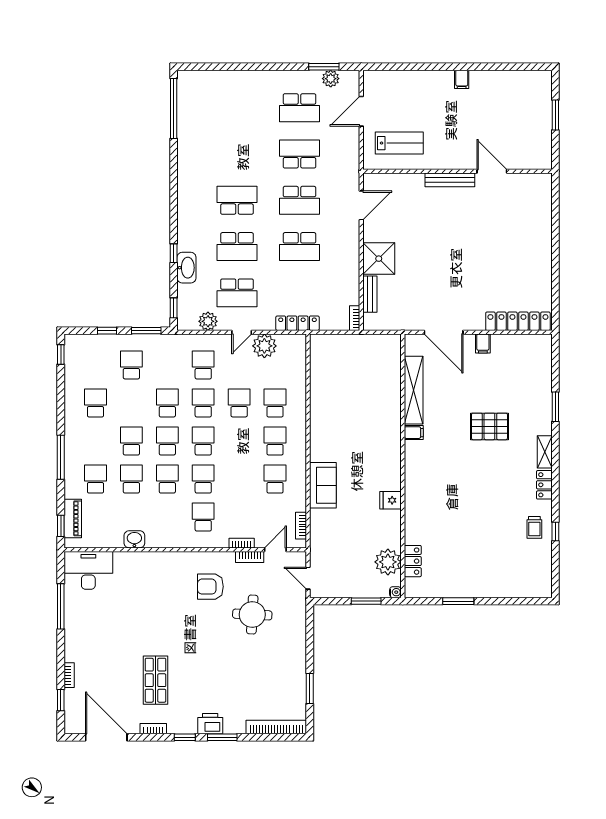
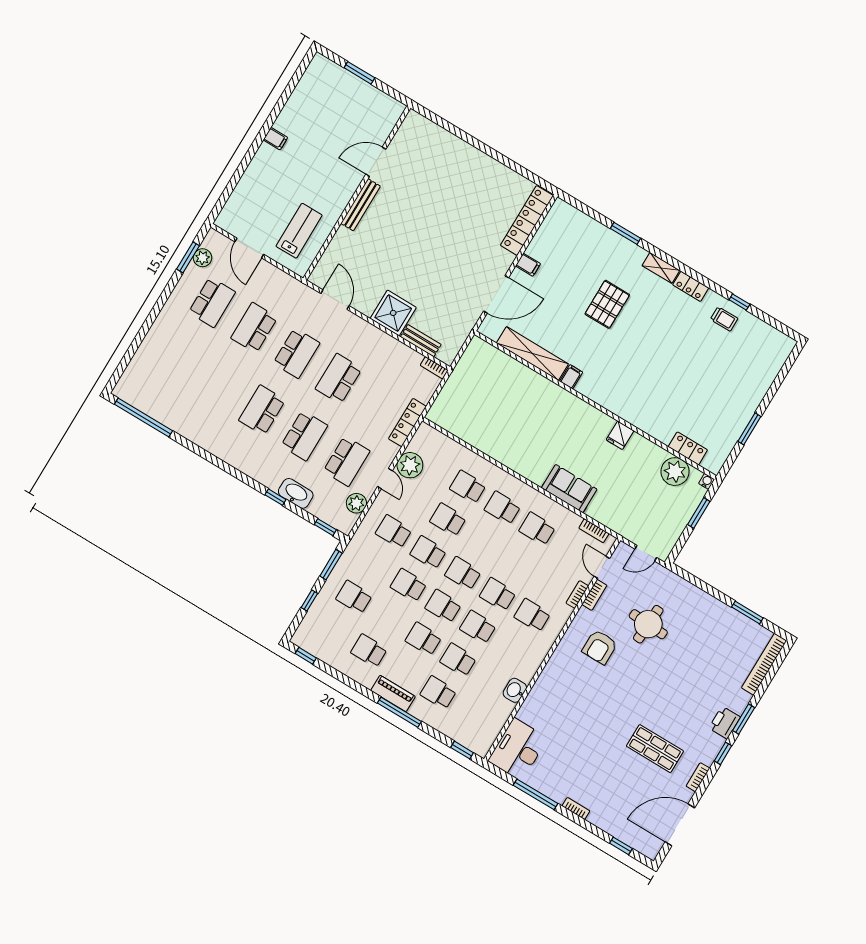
school desk: (299, 247) -> (339, 379), turned 180
piano: (73, 518) -> (393, 693), moved
bookcase: (69, 675) -> (576, 808), moved

